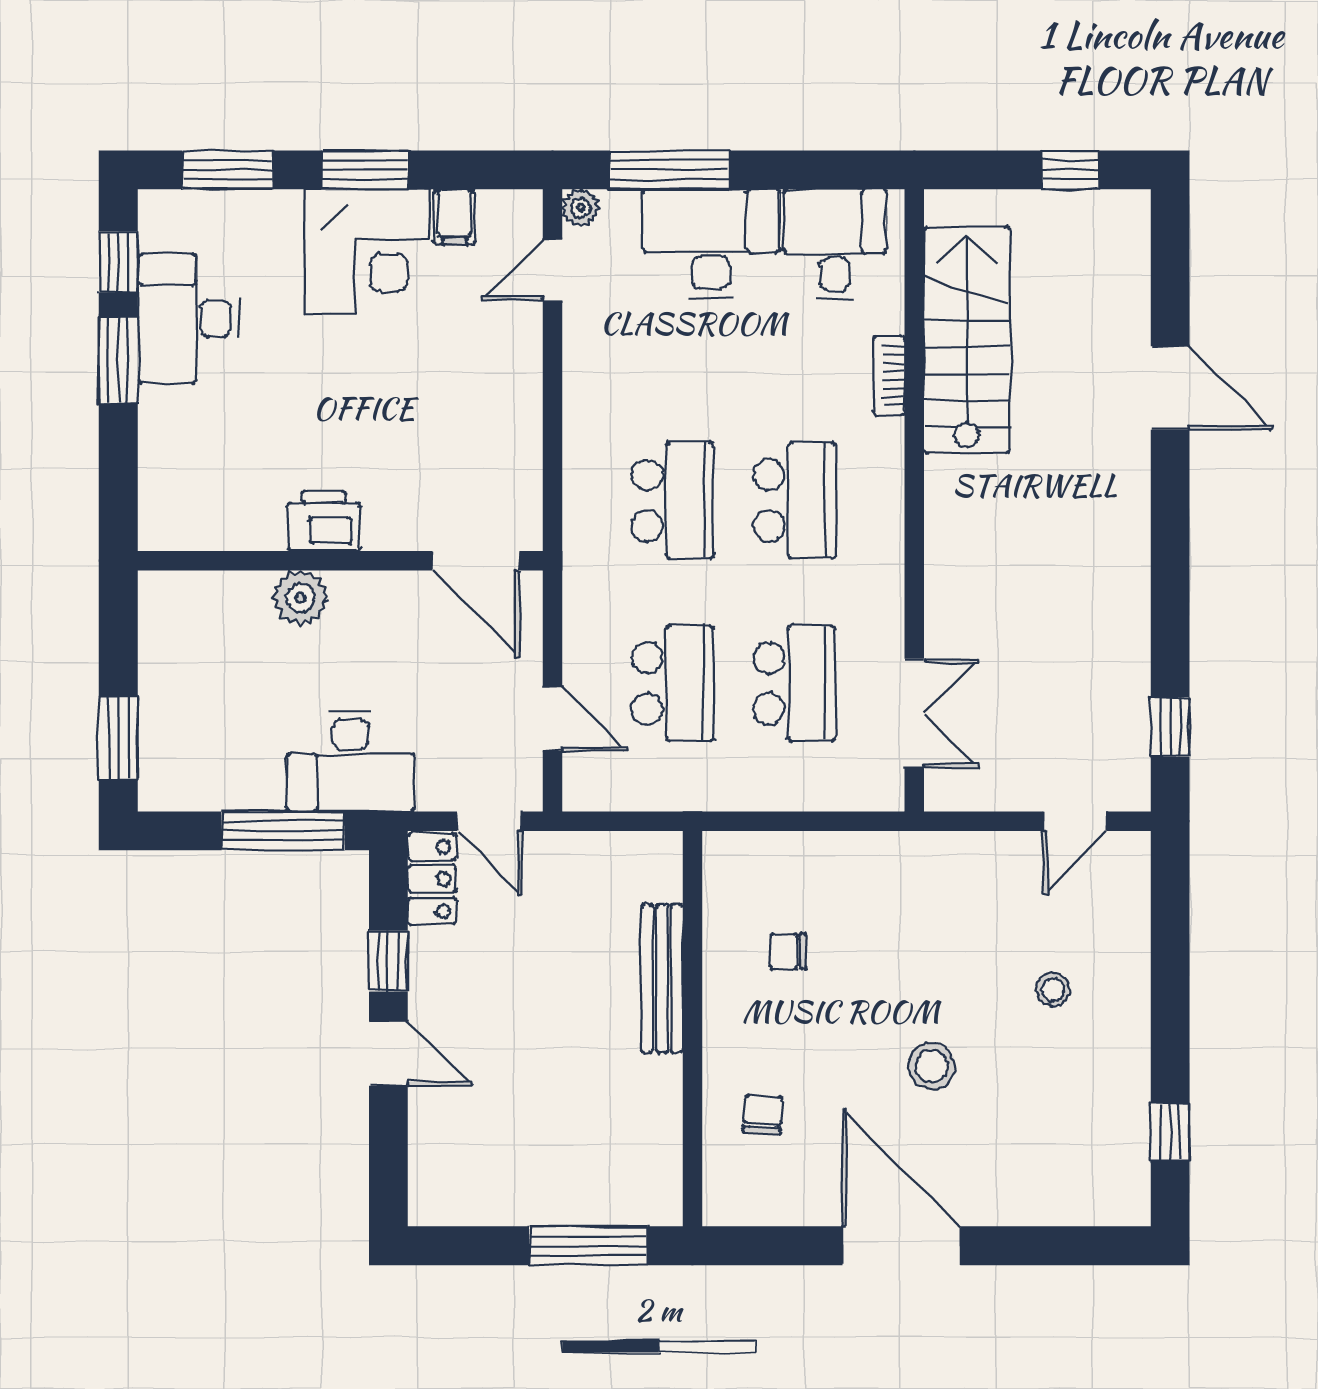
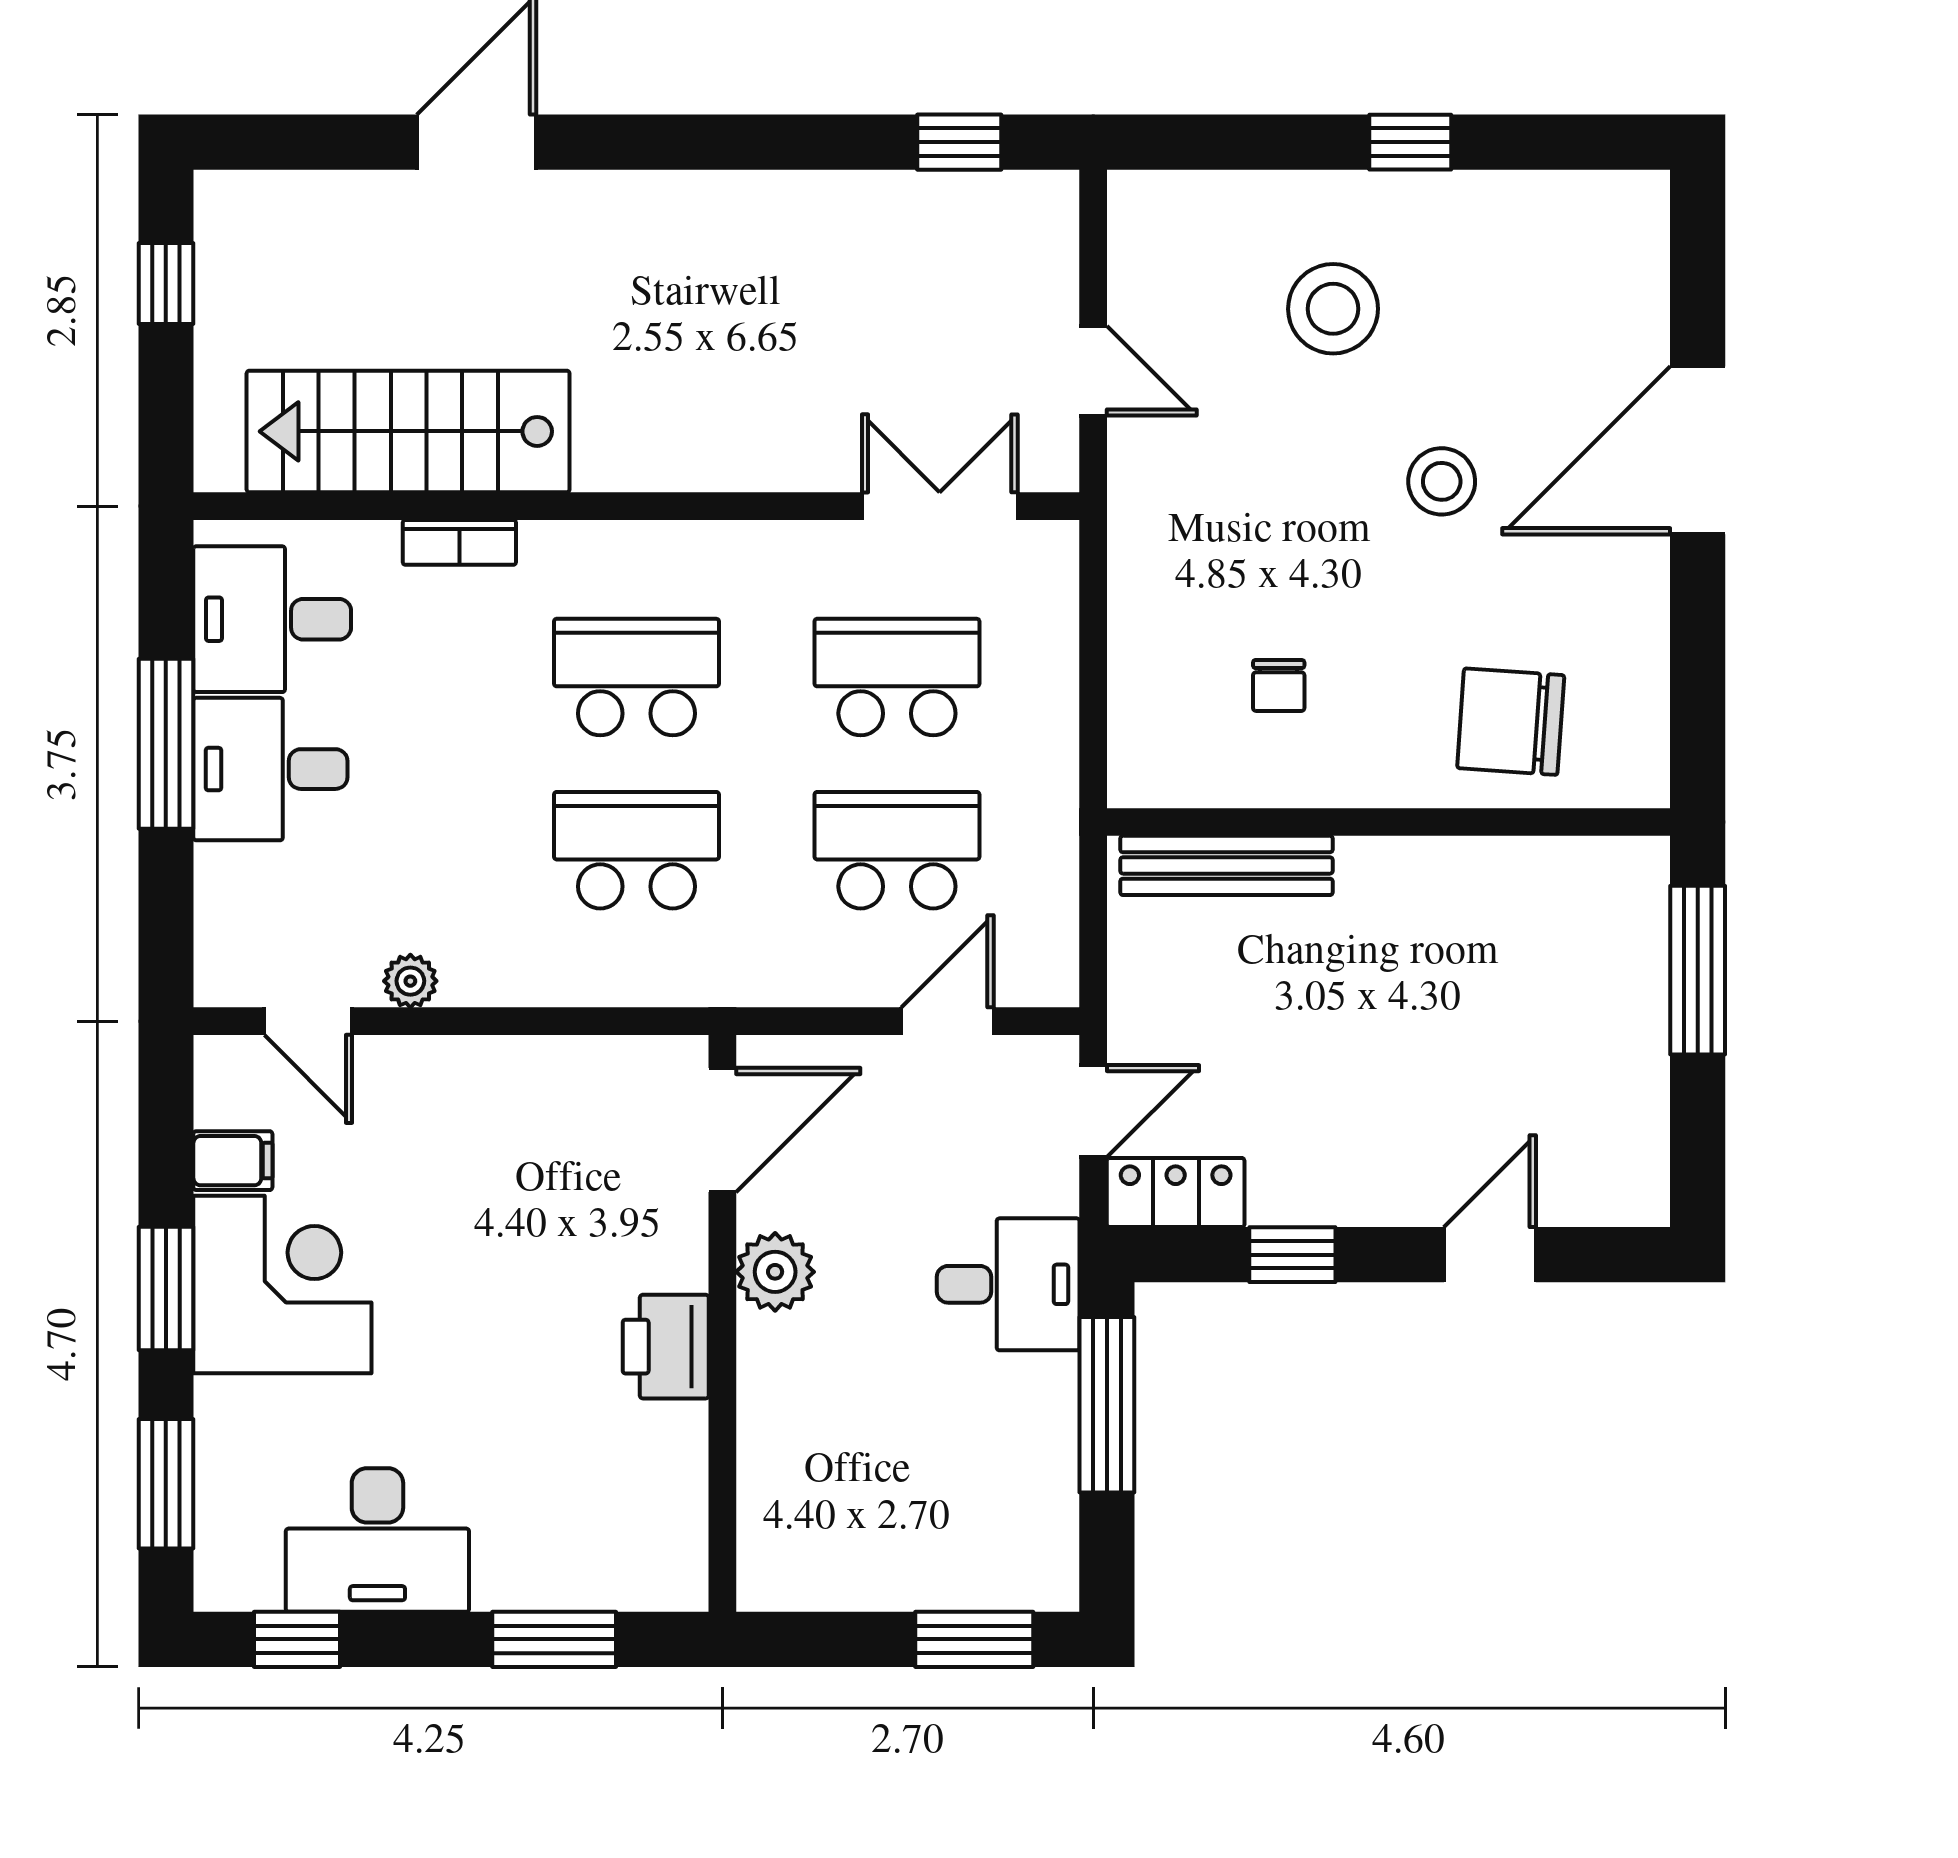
window: (670, 170) -> (166, 744), moved
plant: (581, 208) -> (410, 981), moved
desk: (711, 243) -> (270, 769), width x0.73
window: (118, 360) -> (554, 1639), moved
plant: (300, 598) -> (775, 1272), moved
desk: (350, 761) -> (1008, 1284), width x0.73
door: (1075, 821) -> (1093, 371), moved
bench: (662, 979) -> (1226, 865), moved
stool: (1053, 990) -> (1333, 309), width x1.89, depth x1.89
door: (388, 1054) -> (1490, 1255), moved
chair: (763, 1114) -> (1511, 722), width x1.87, depth x1.87
window: (1170, 1132) -> (1410, 142), moved
door: (901, 1246) -> (1698, 450), moved

